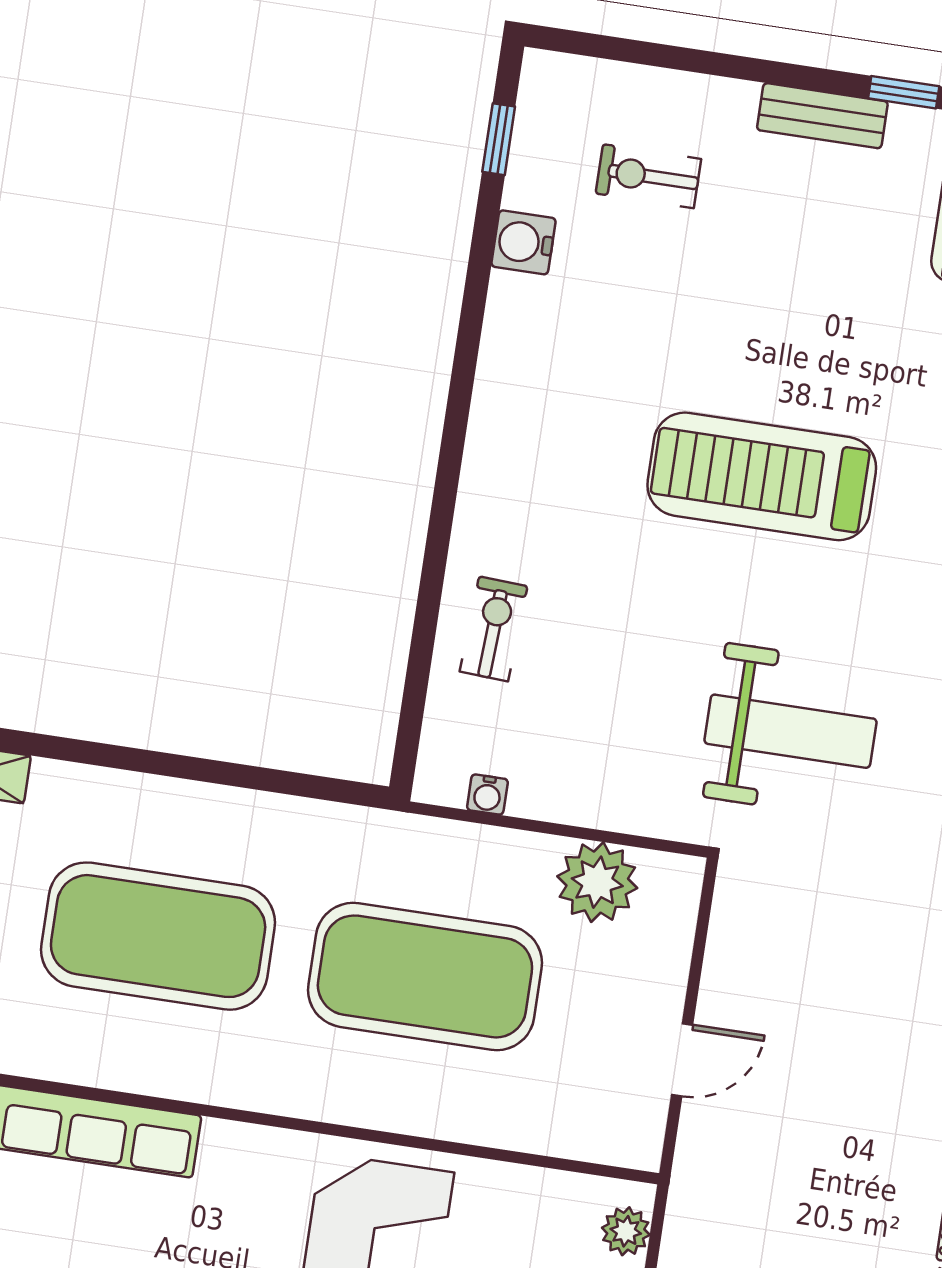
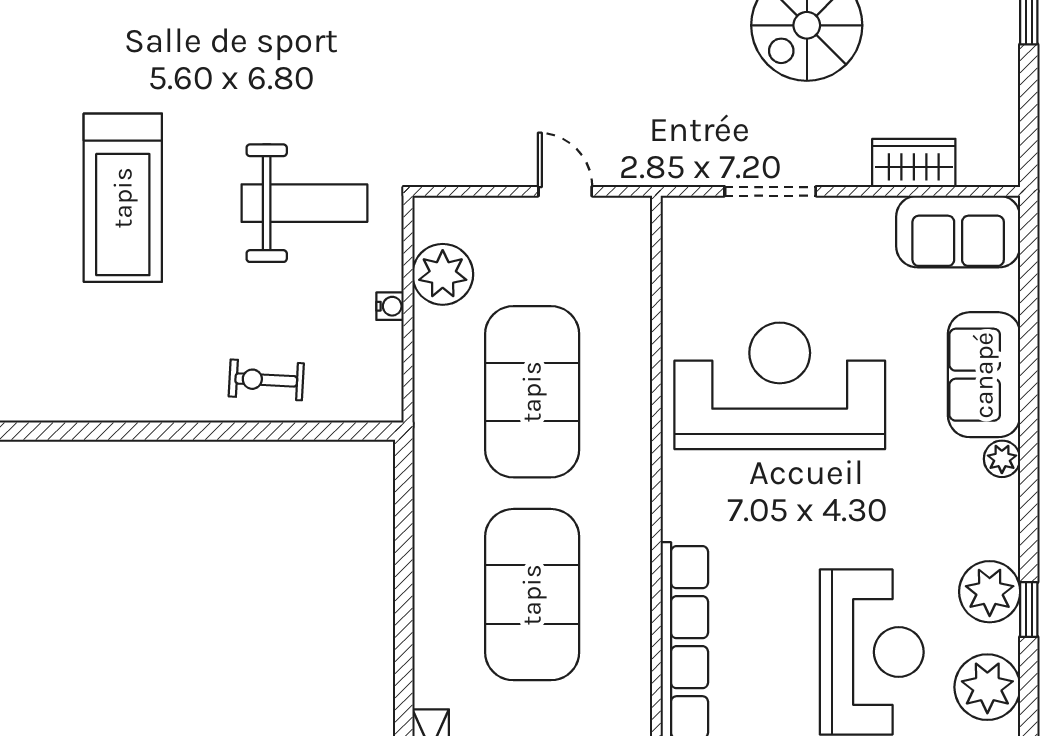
weight bench: (790, 731) -> (304, 203), moved, turned 90
water cooler: (487, 795) -> (390, 306), moved
plant: (626, 1231) -> (699, 214), removed

